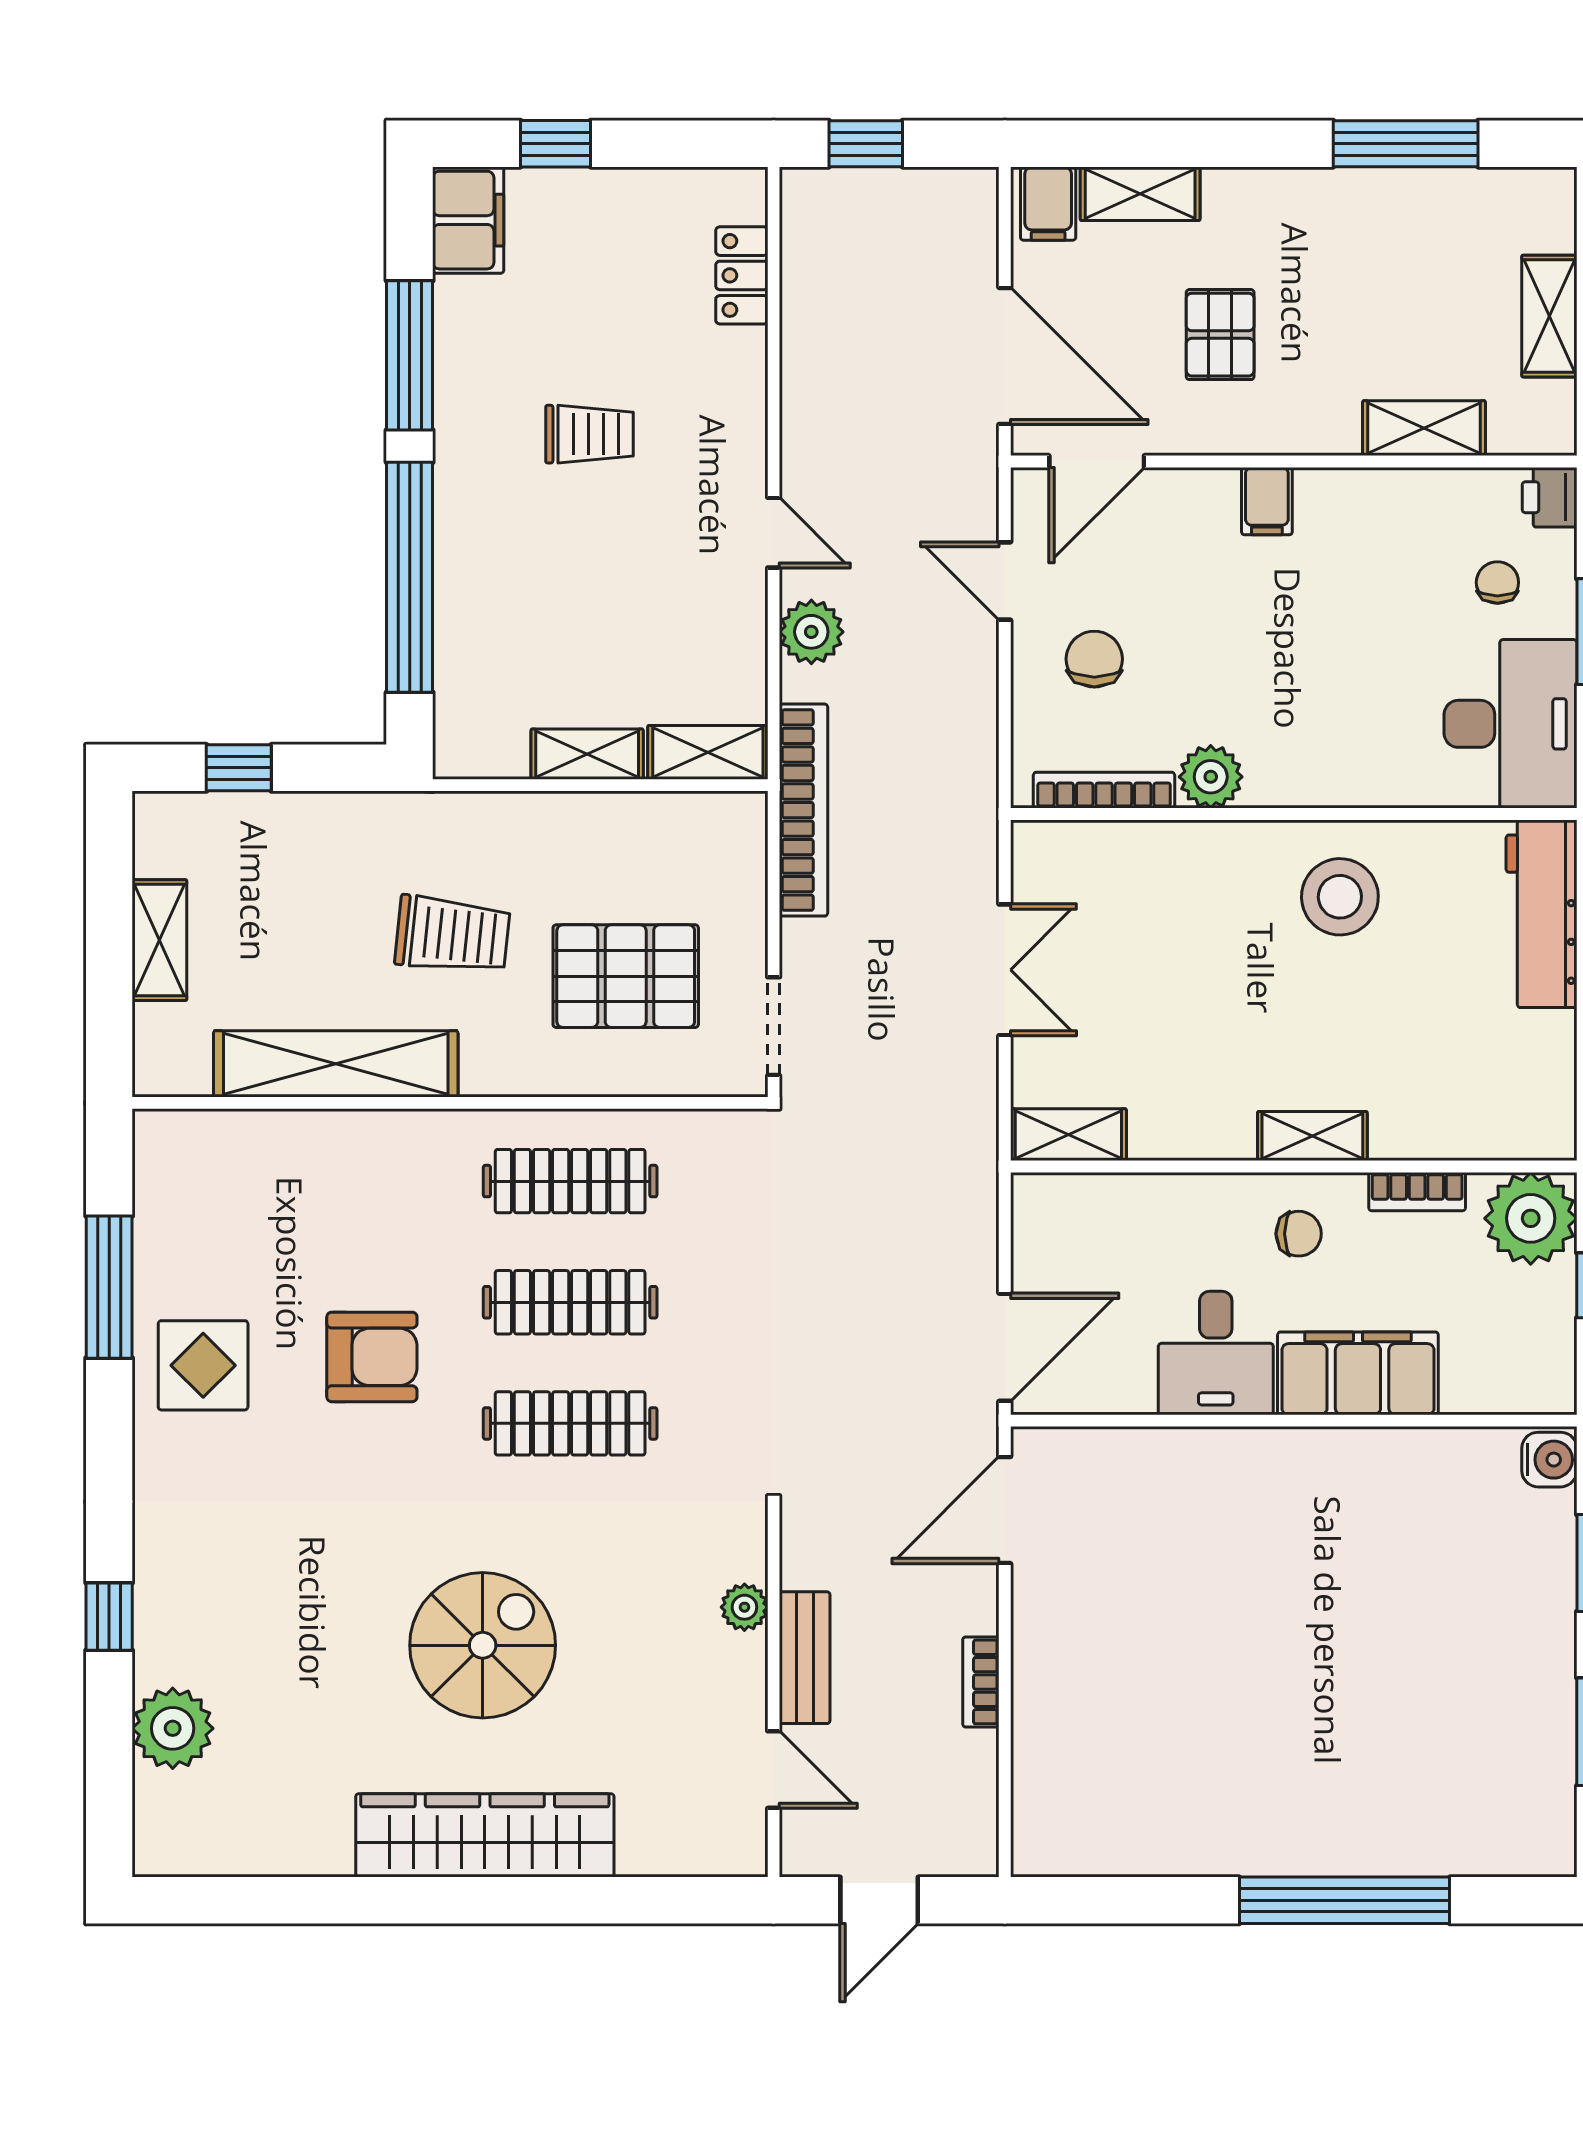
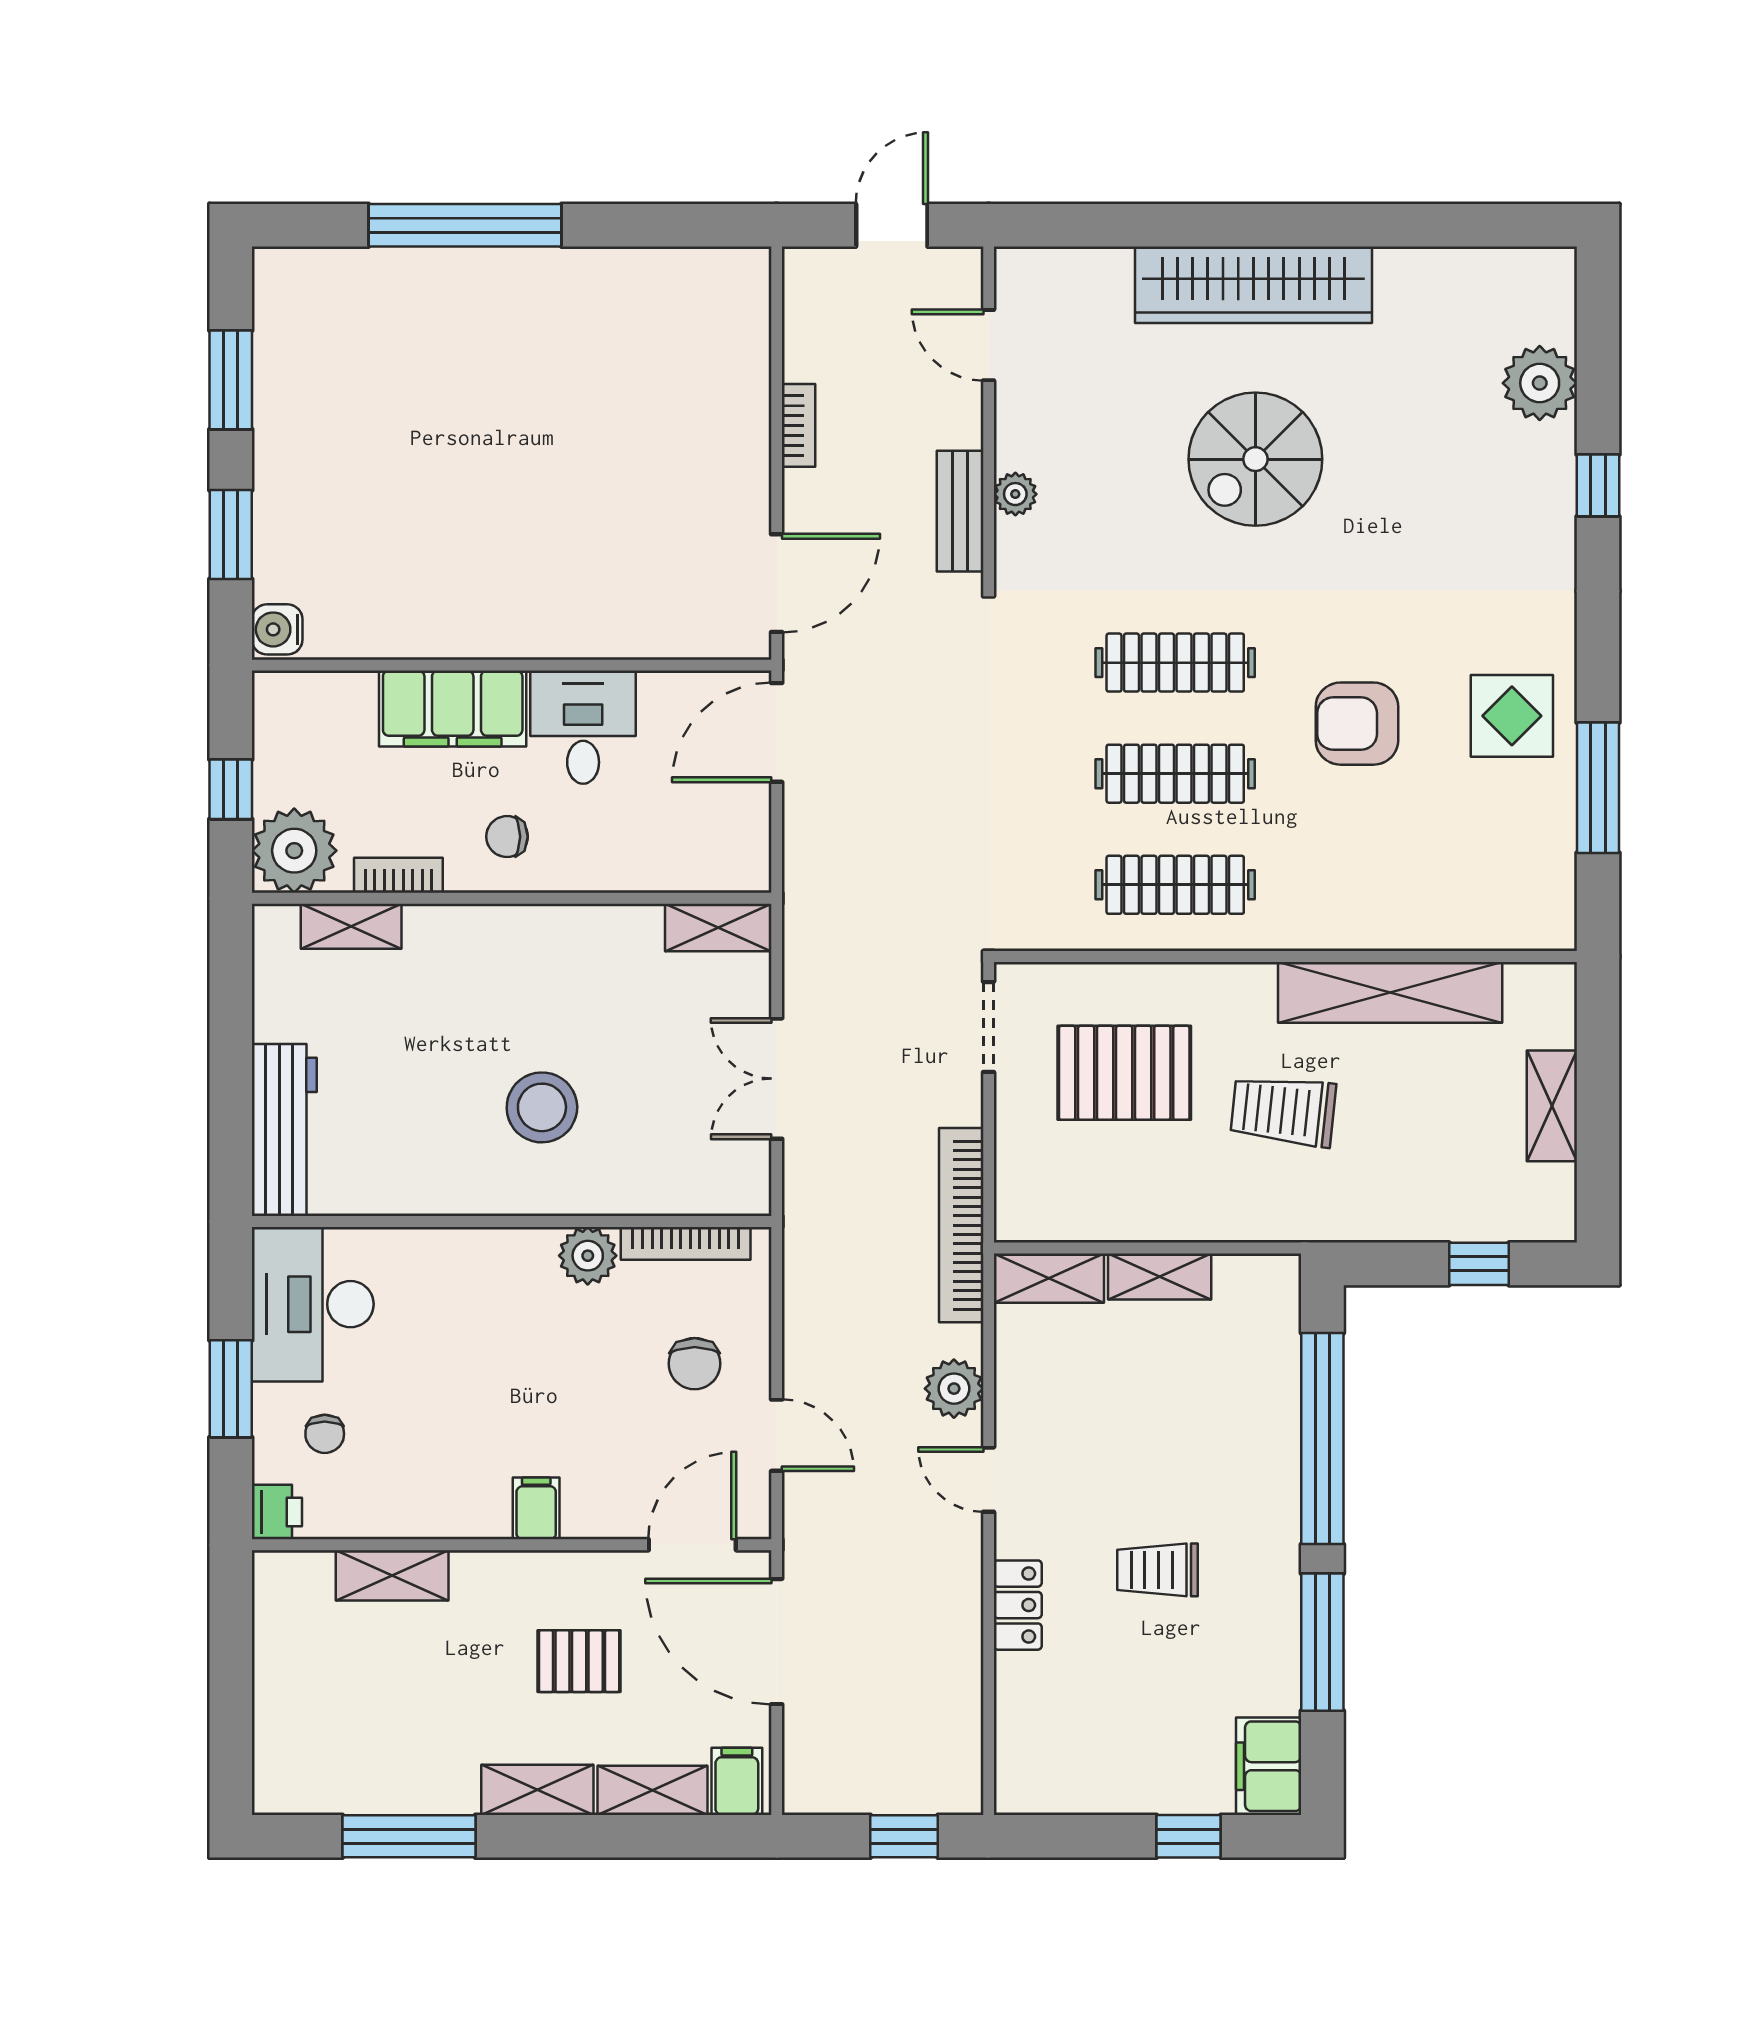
locker: (742, 275) -> (1018, 1605), moved
shelving: (1549, 316) -> (537, 1790), moved, turned 90
pallet: (1220, 335) -> (579, 1661), turned 90
stool: (1340, 897) -> (542, 1107), moved
shelving: (1312, 1136) -> (351, 926), moved
bench: (805, 1658) -> (960, 511), moved

